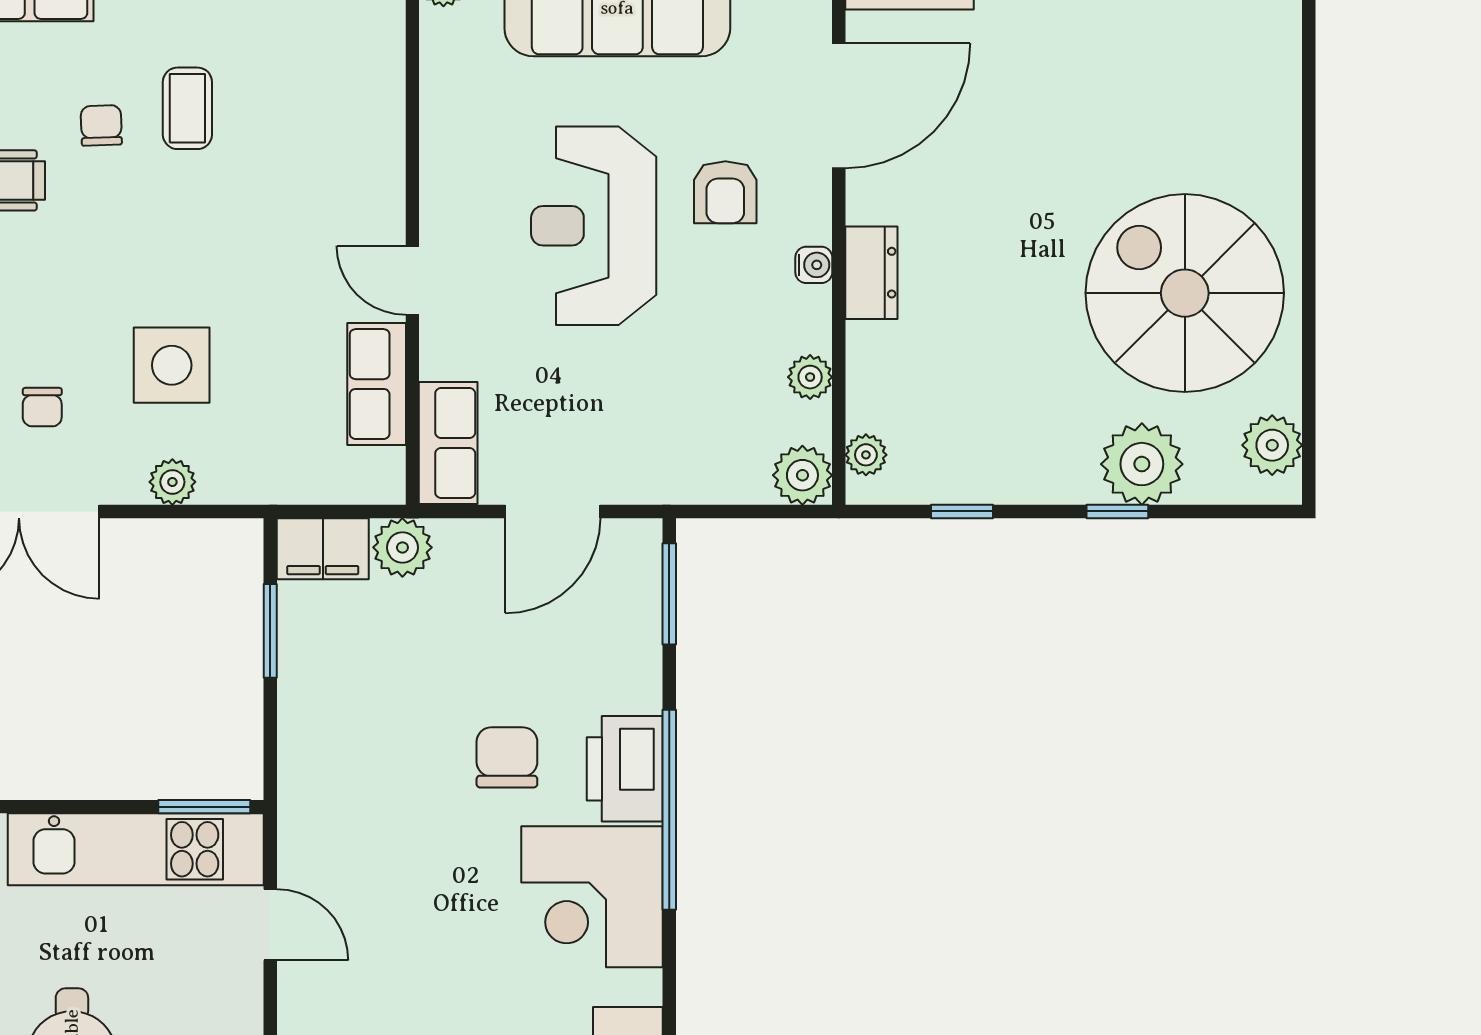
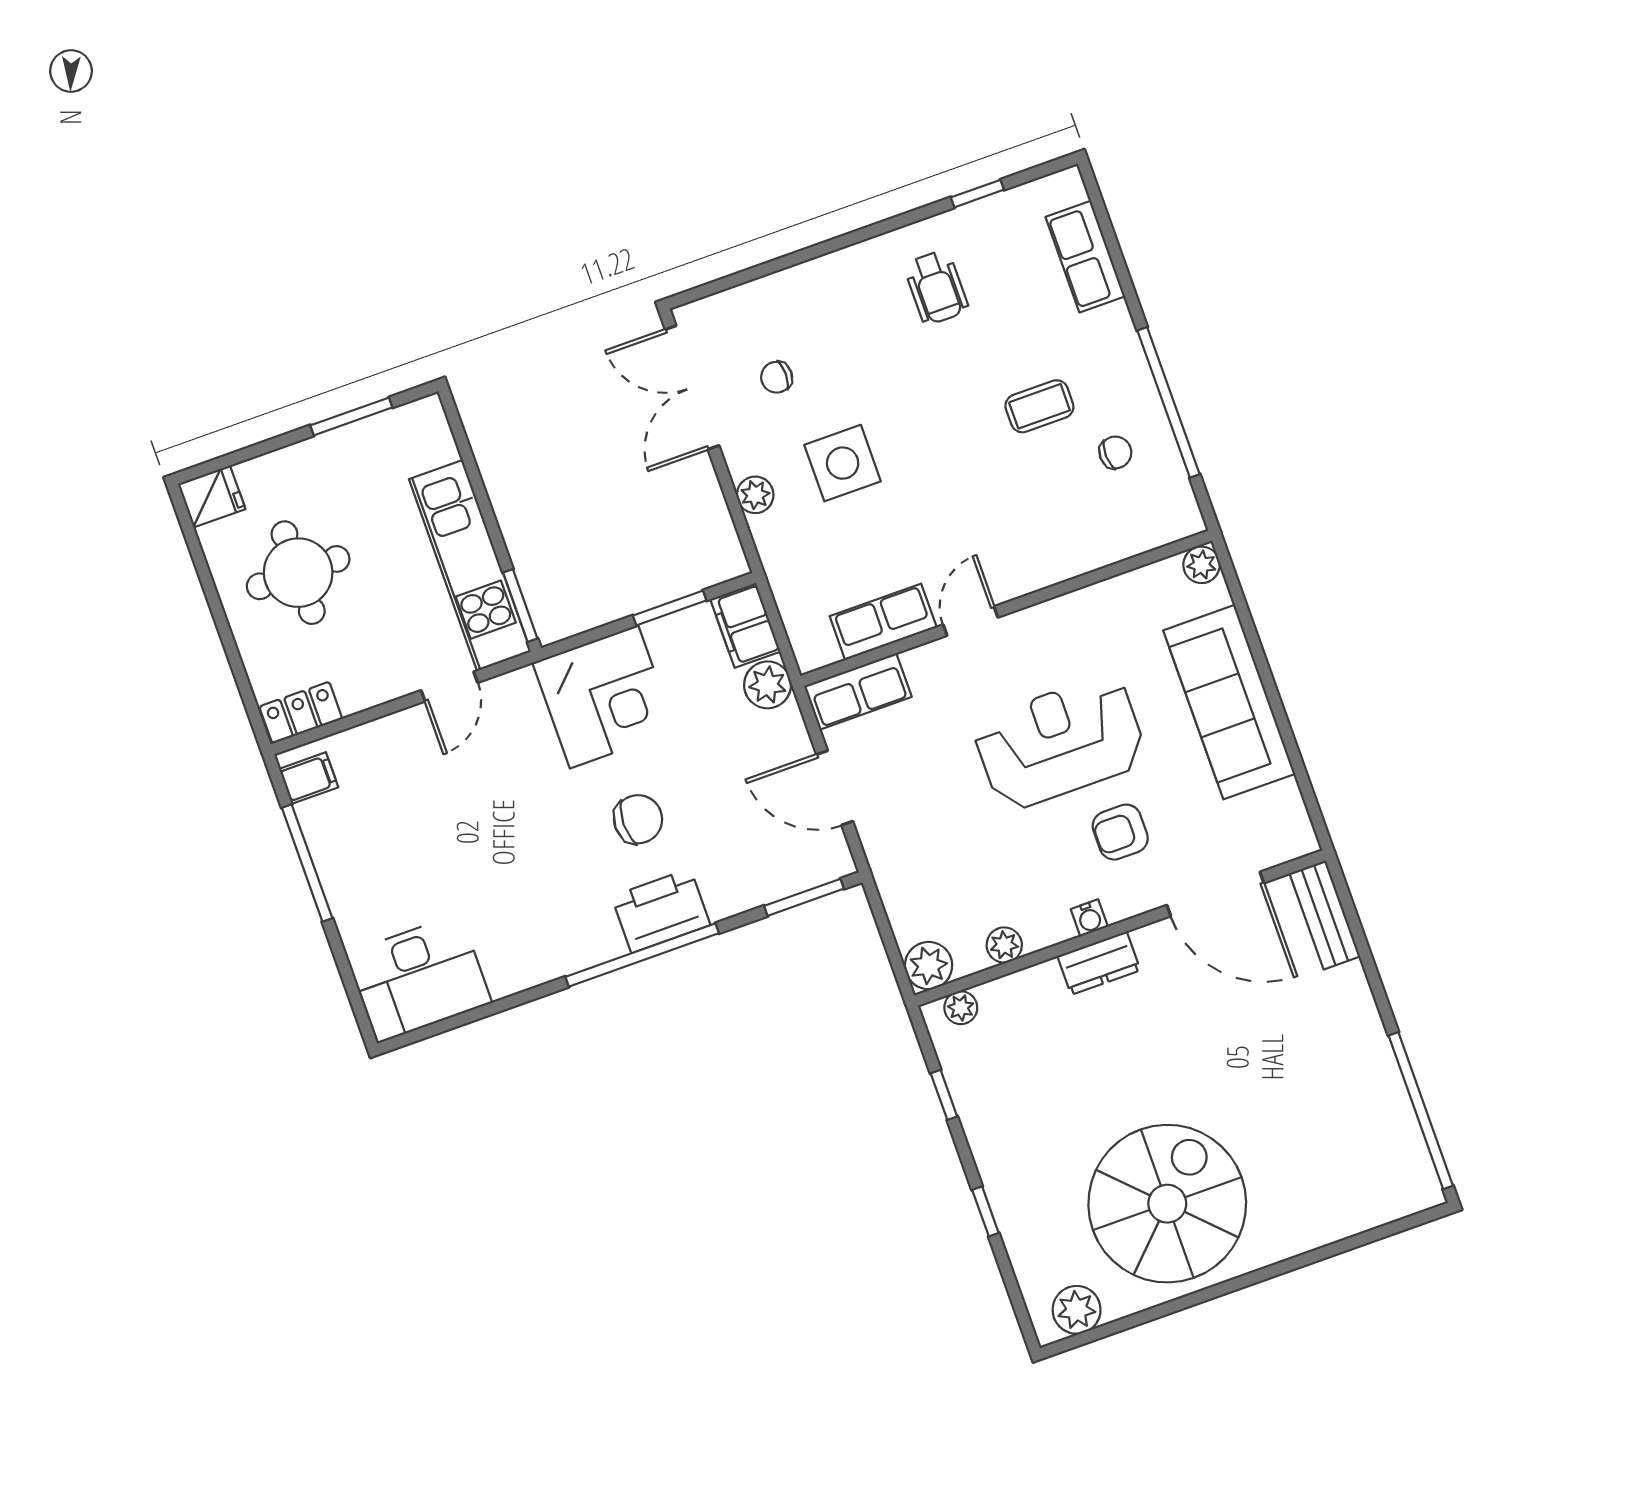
chair: (101, 125) -> (1115, 452), moved
plant: (1142, 464) -> (1028, 1217), removed
corner desk: (592, 897) -> (604, 697), moved, turned 180

